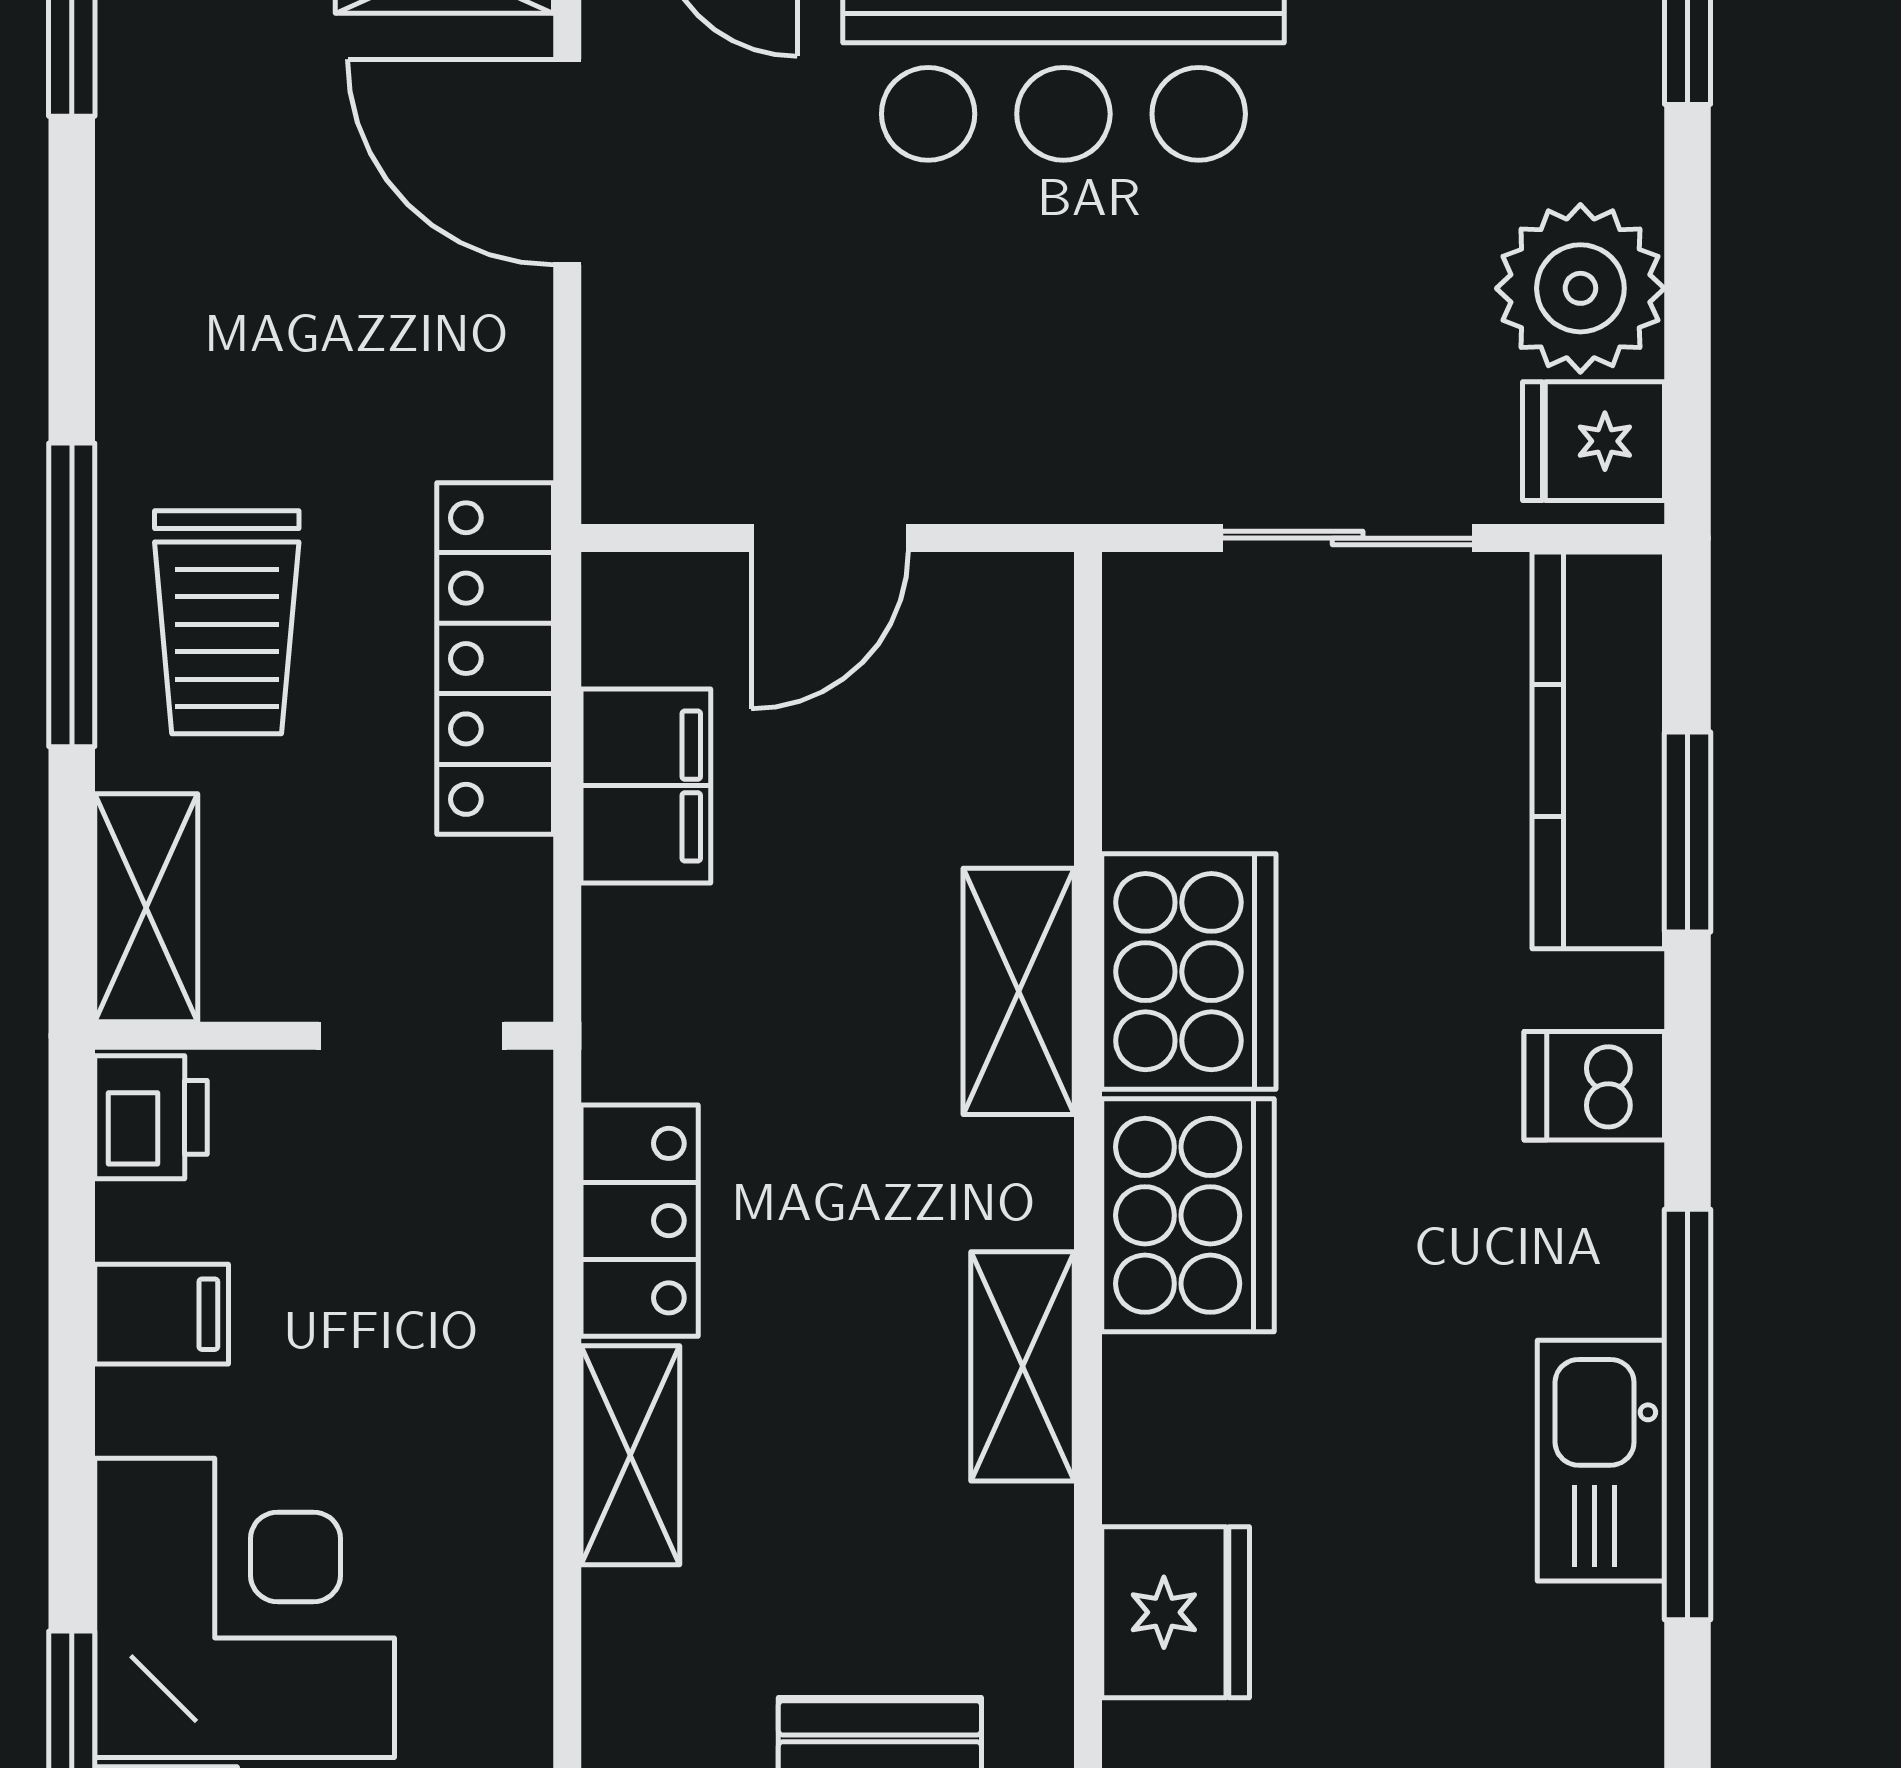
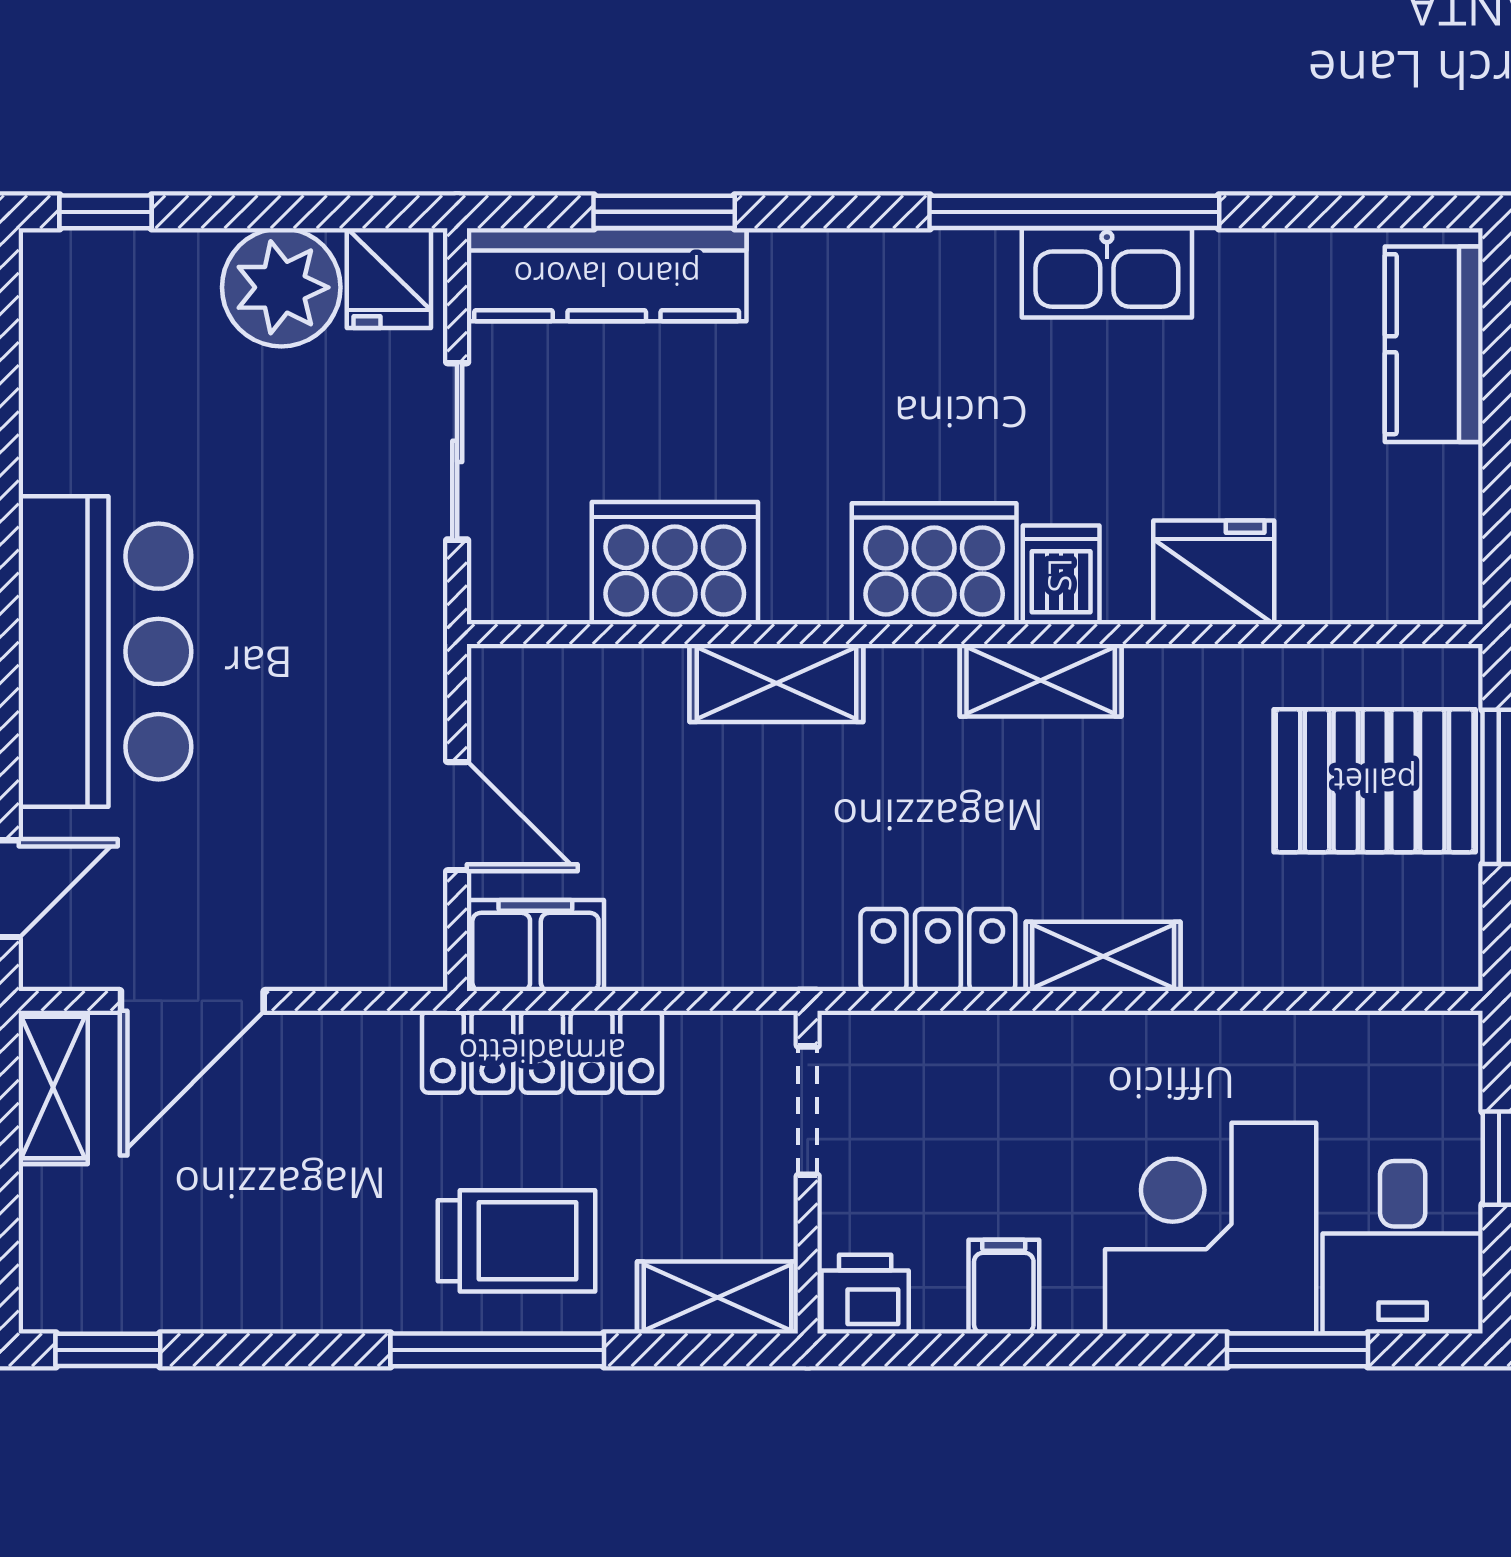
filing cabinet: (646, 786) -> (535, 946), moved
cooker: (1189, 972) -> (675, 563), moved
dishwasher: (1594, 1086) -> (1061, 575), moved, turned 180

